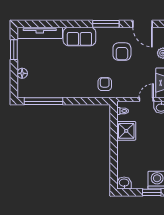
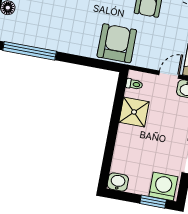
armchair: (105, 84) -> (117, 43), width x1.88, depth x1.88

